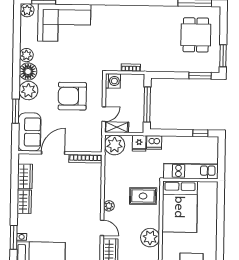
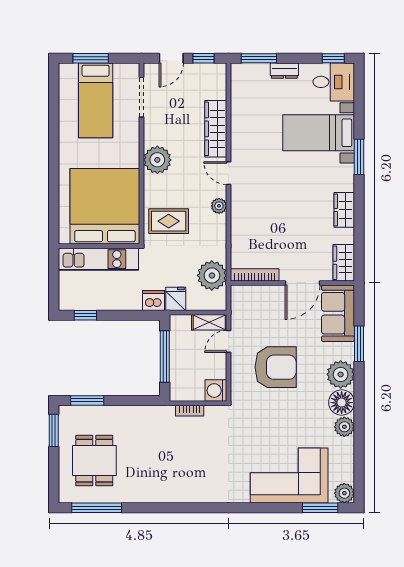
plant: (115, 145) -> (212, 275), moved
wardrobe: (25, 176) -> (344, 263), moved
bed: (180, 207) -> (105, 206), width x1.36

